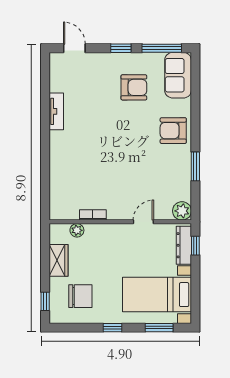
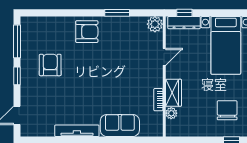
sofa: (178, 75) -> (120, 125), moved, turned 180
tv unit: (56, 111) -> (77, 131), width x1.41
armchair: (173, 131) -> (87, 32), turned -90
door: (143, 222) -> (164, 57), swing flipped
wardrobe: (58, 260) -> (173, 93), moved, turned 90

